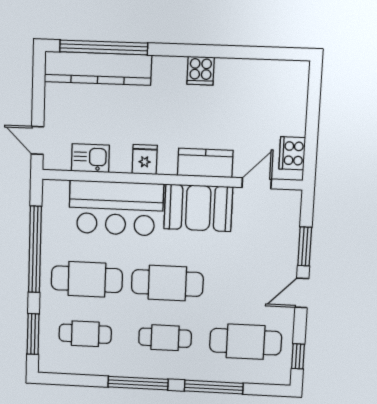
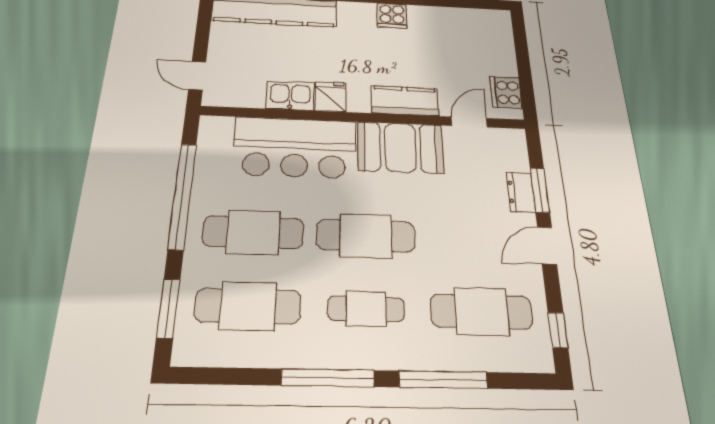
kitchen sink: (90, 158) -> (290, 96), moved
dresser: (289, 248) -> (521, 192), added
cafe table: (85, 334) -> (248, 306), width x1.37, depth x1.35

